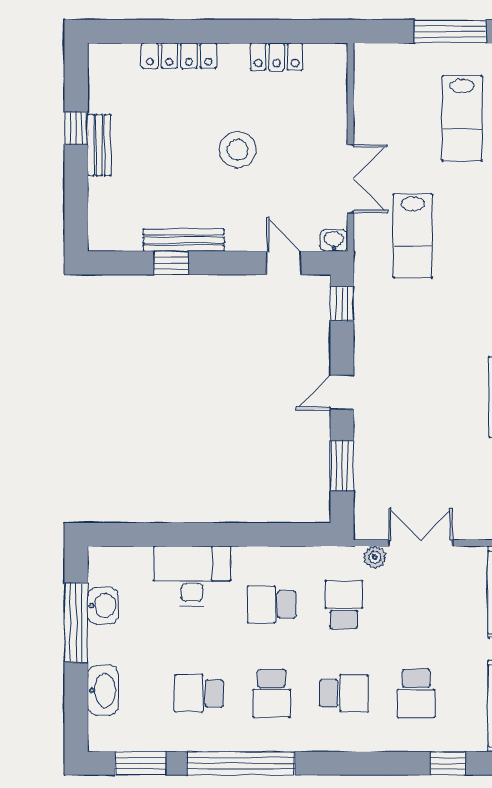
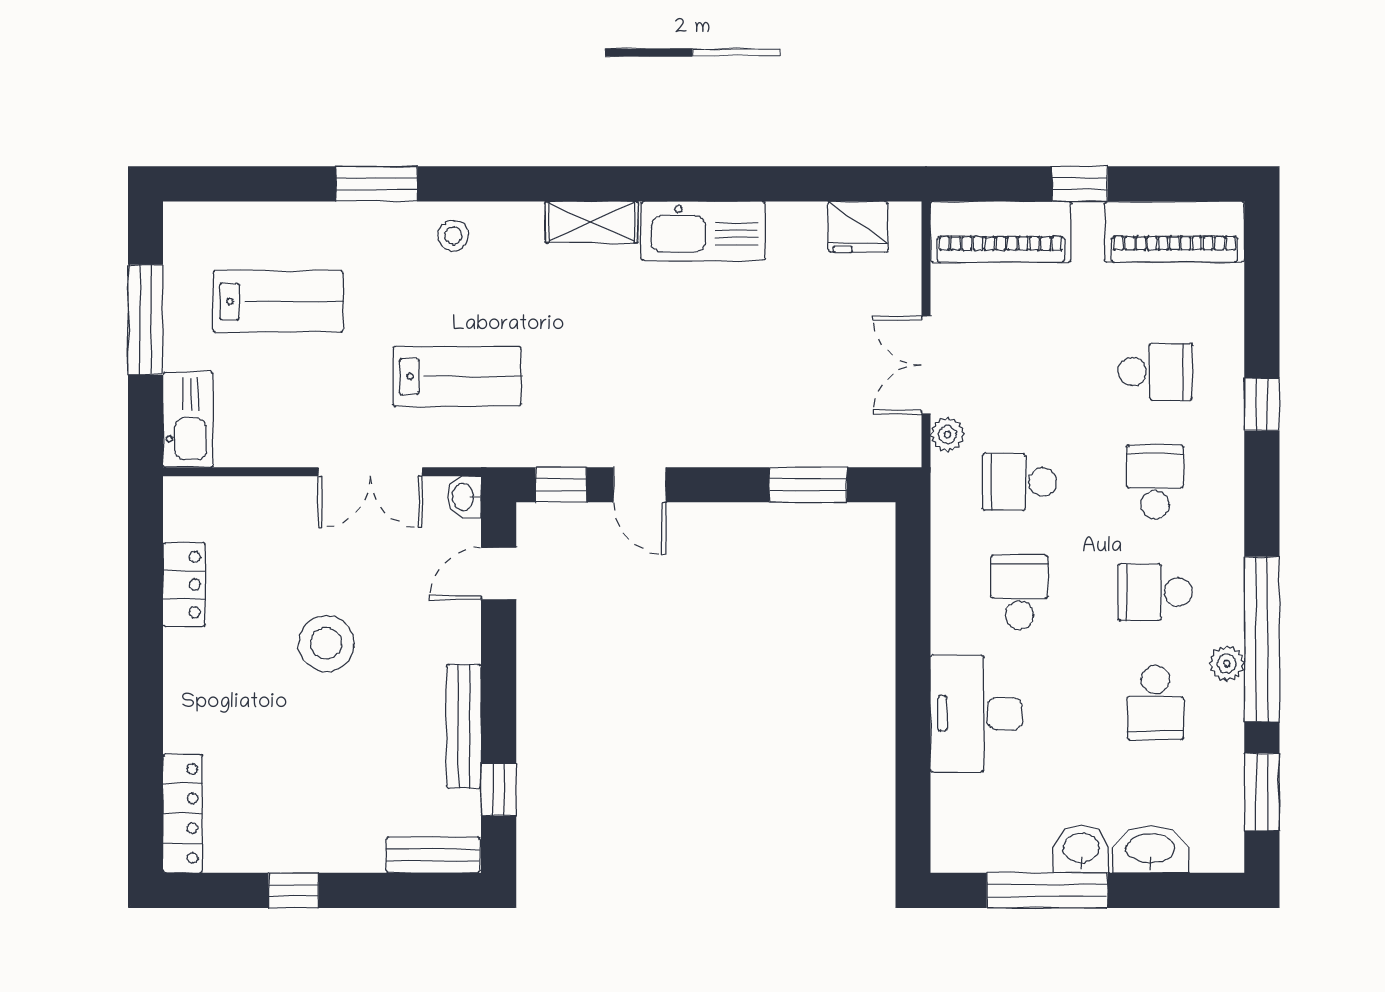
locker: (179, 56) -> (183, 813), moved
kitchen sink: (385, 59) -> (188, 420), added
bench: (99, 145) -> (433, 855), moved
double door: (351, 179) -> (370, 472), swing flipped
window: (171, 263) -> (499, 789), moved
door: (342, 392) -> (640, 485), moved
school desk: (271, 604) -> (1020, 592), turned 180
washbasin: (103, 606) -> (1081, 849), moved
school desk: (271, 693) -> (1155, 592), turned 180
plant: (225, 740) -> (1227, 663), added
window: (448, 763) -> (1262, 404), moved

